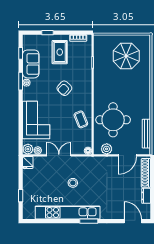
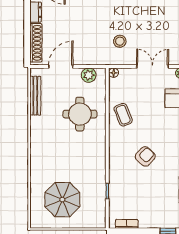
rug: (60, 52) -> (152, 205), removed
round table: (113, 120) -> (80, 114), width x0.73, depth x0.73
double door: (59, 155) -> (153, 66), swing flipped
stool: (73, 183) -> (120, 41), moved

